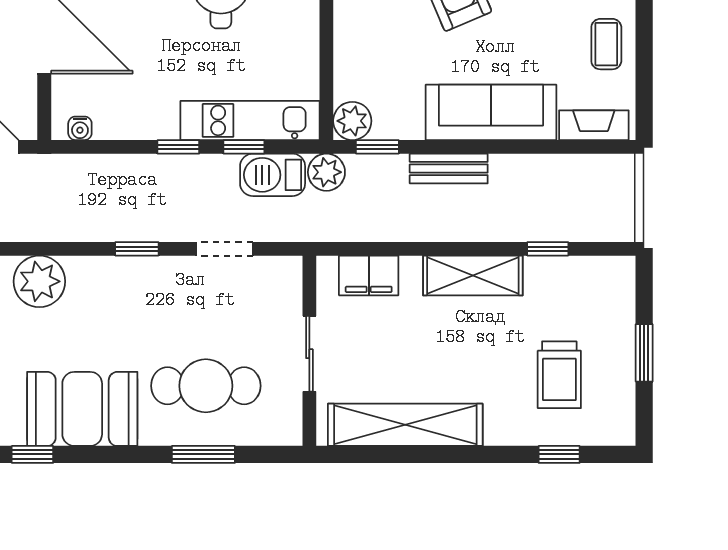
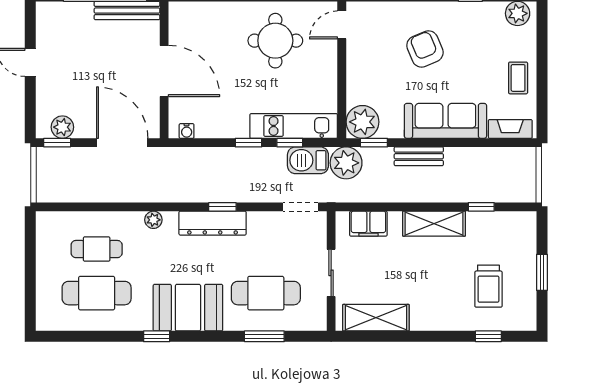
plant: (352, 121) -> (362, 122), width x1.36, depth x1.36
plant: (326, 172) -> (346, 163), width x1.36, depth x1.36
doorway: (225, 249) -> (300, 207), moved
dresser: (121, 275) -> (213, 223), added
plant: (39, 281) -> (153, 220), width x0.53, depth x0.53
shelving: (405, 425) -> (376, 318), width x0.68

